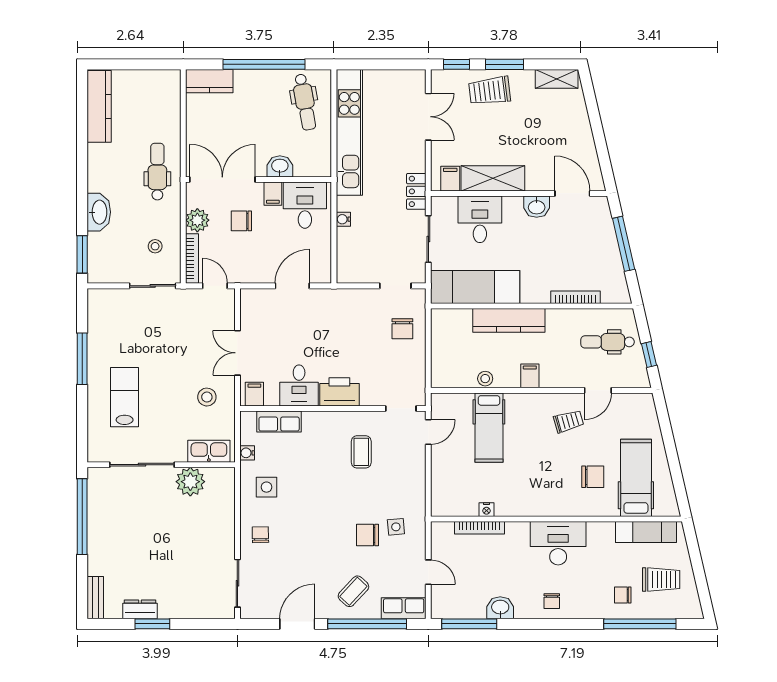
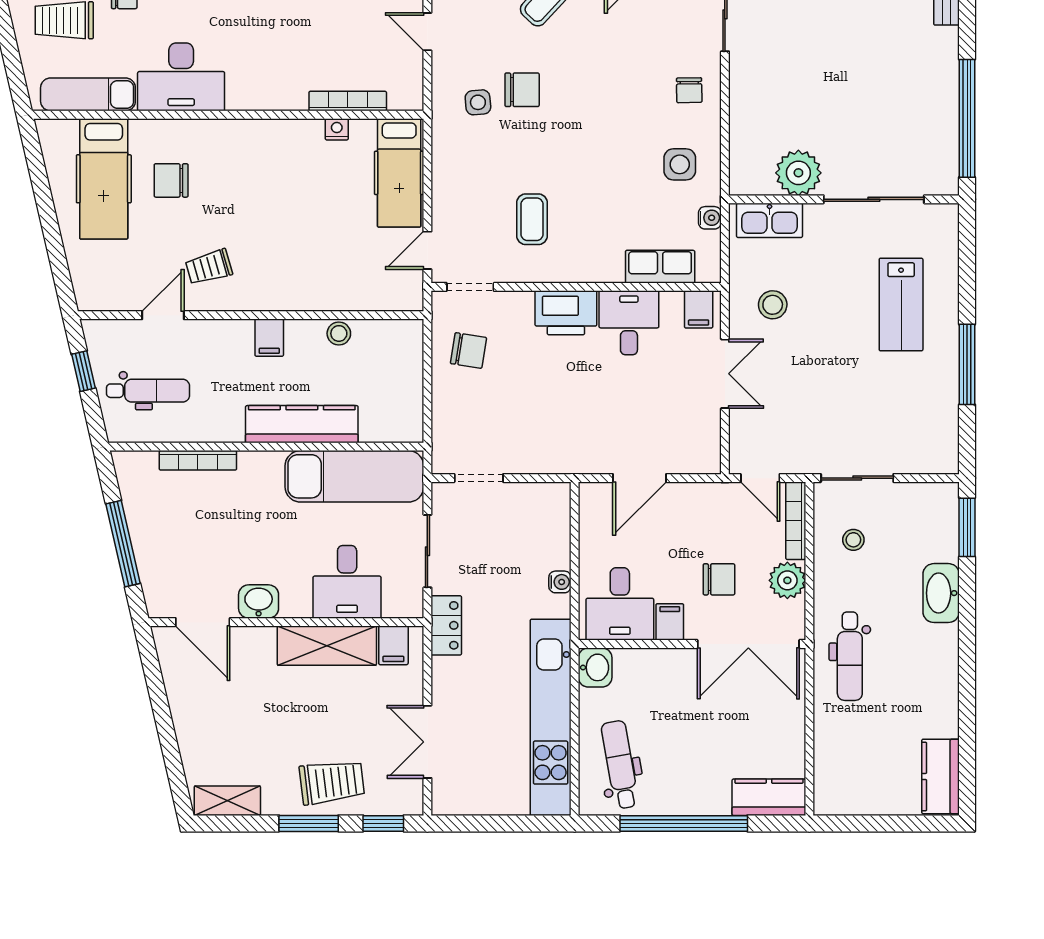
kitchen counter: (99, 106) -> (941, 776), width x0.67
washbasin: (280, 166) -> (595, 667), moved, turned -90
chair: (402, 329) -> (468, 351), moved, turned 99
hospital bed: (489, 428) -> (399, 173), moved, turned 180
desk: (558, 543) -> (181, 77), moved

